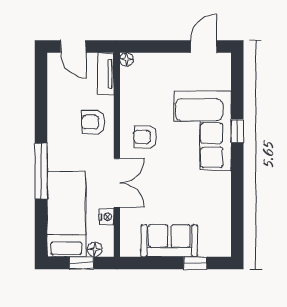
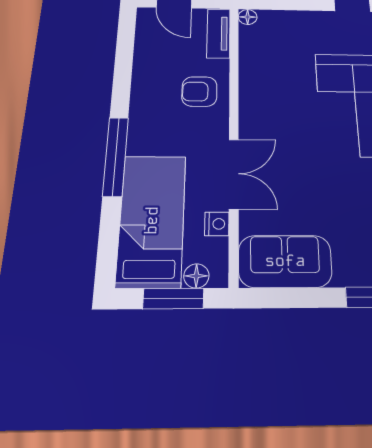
armchair: (145, 137) -> (276, 111), removed
sofa: (169, 241) -> (285, 261), moved
window: (82, 263) -> (173, 299), width x1.50

